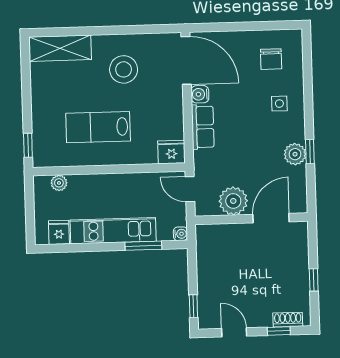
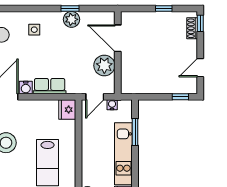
water cooler: (180, 234) -> (112, 105), moved
window: (279, 331) -> (200, 23), moved

